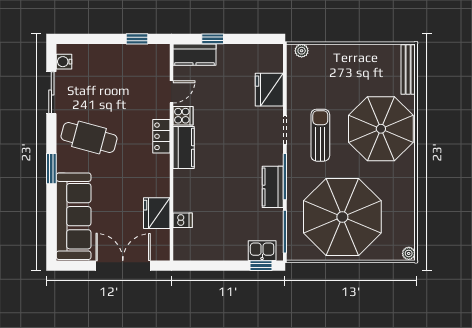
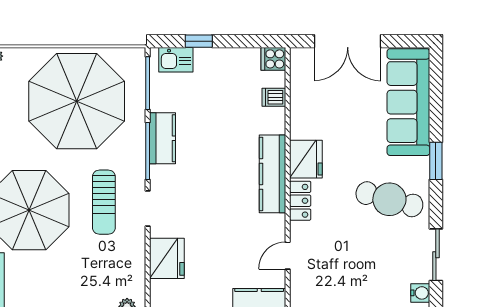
cooker: (183, 116) -> (273, 59), moved
kitchen counter: (184, 147) -> (273, 174), width x1.50
fridge: (157, 213) -> (306, 159), moved
window: (261, 266) -> (199, 41), moved

